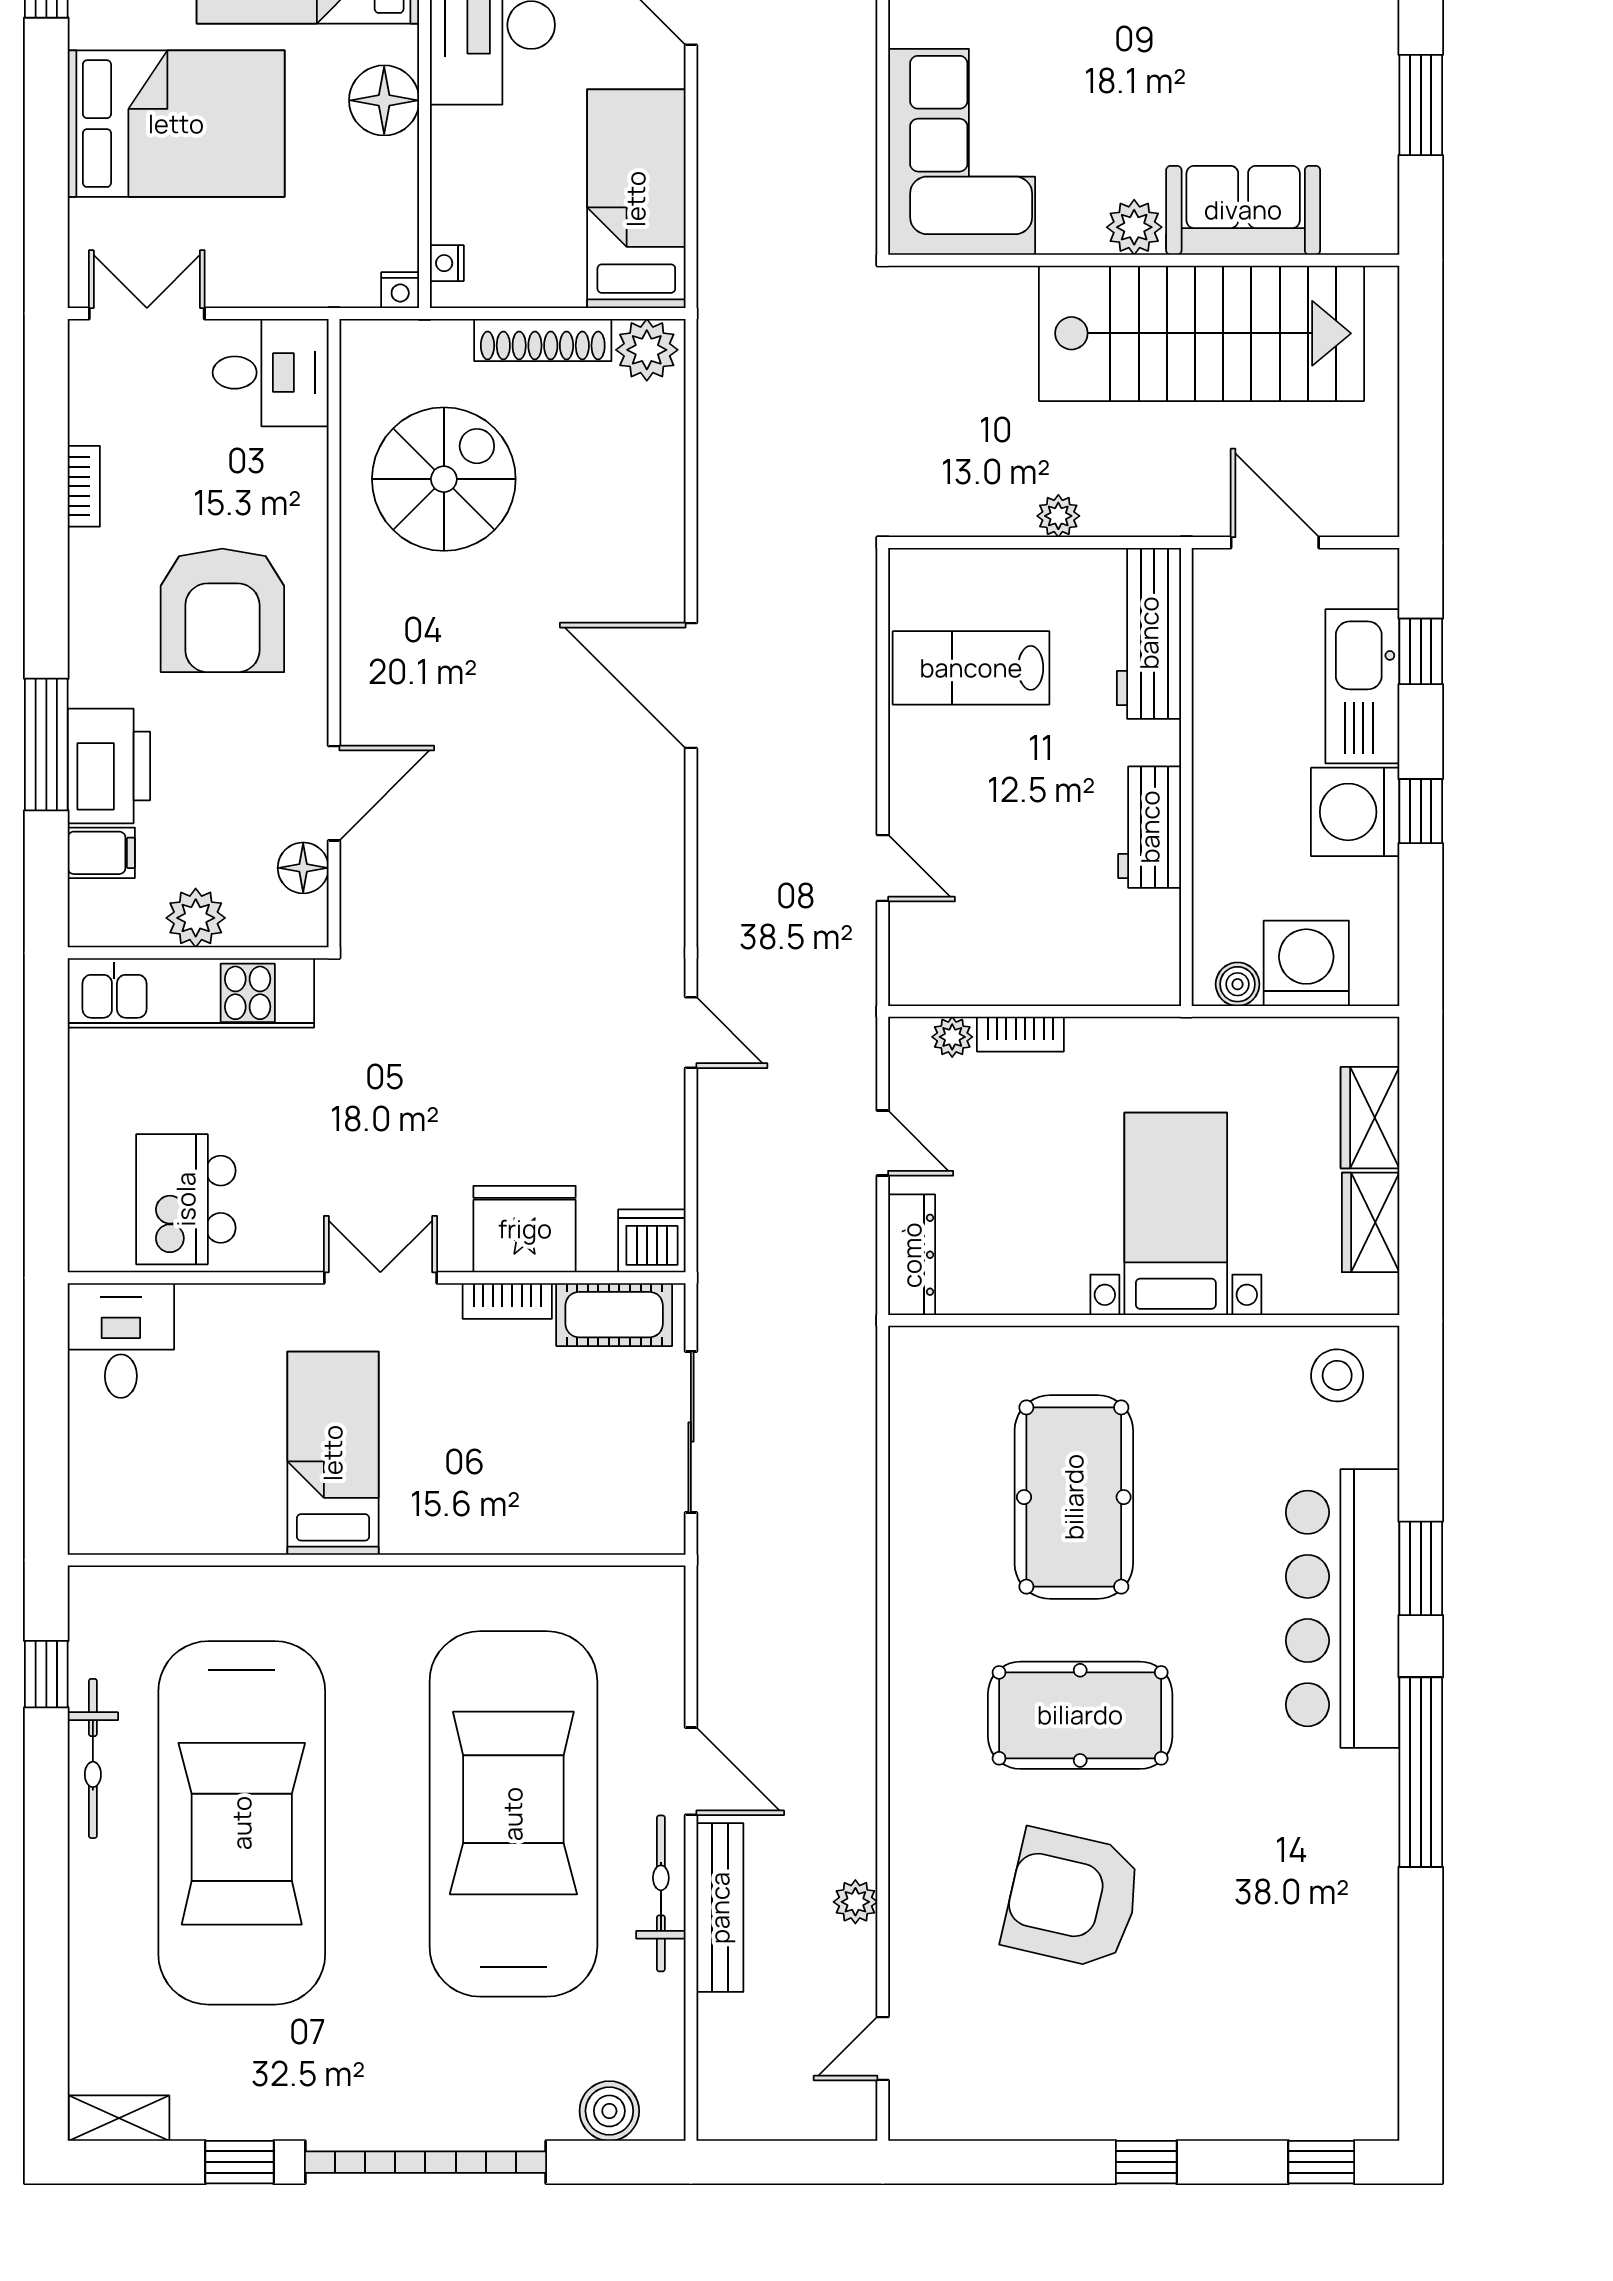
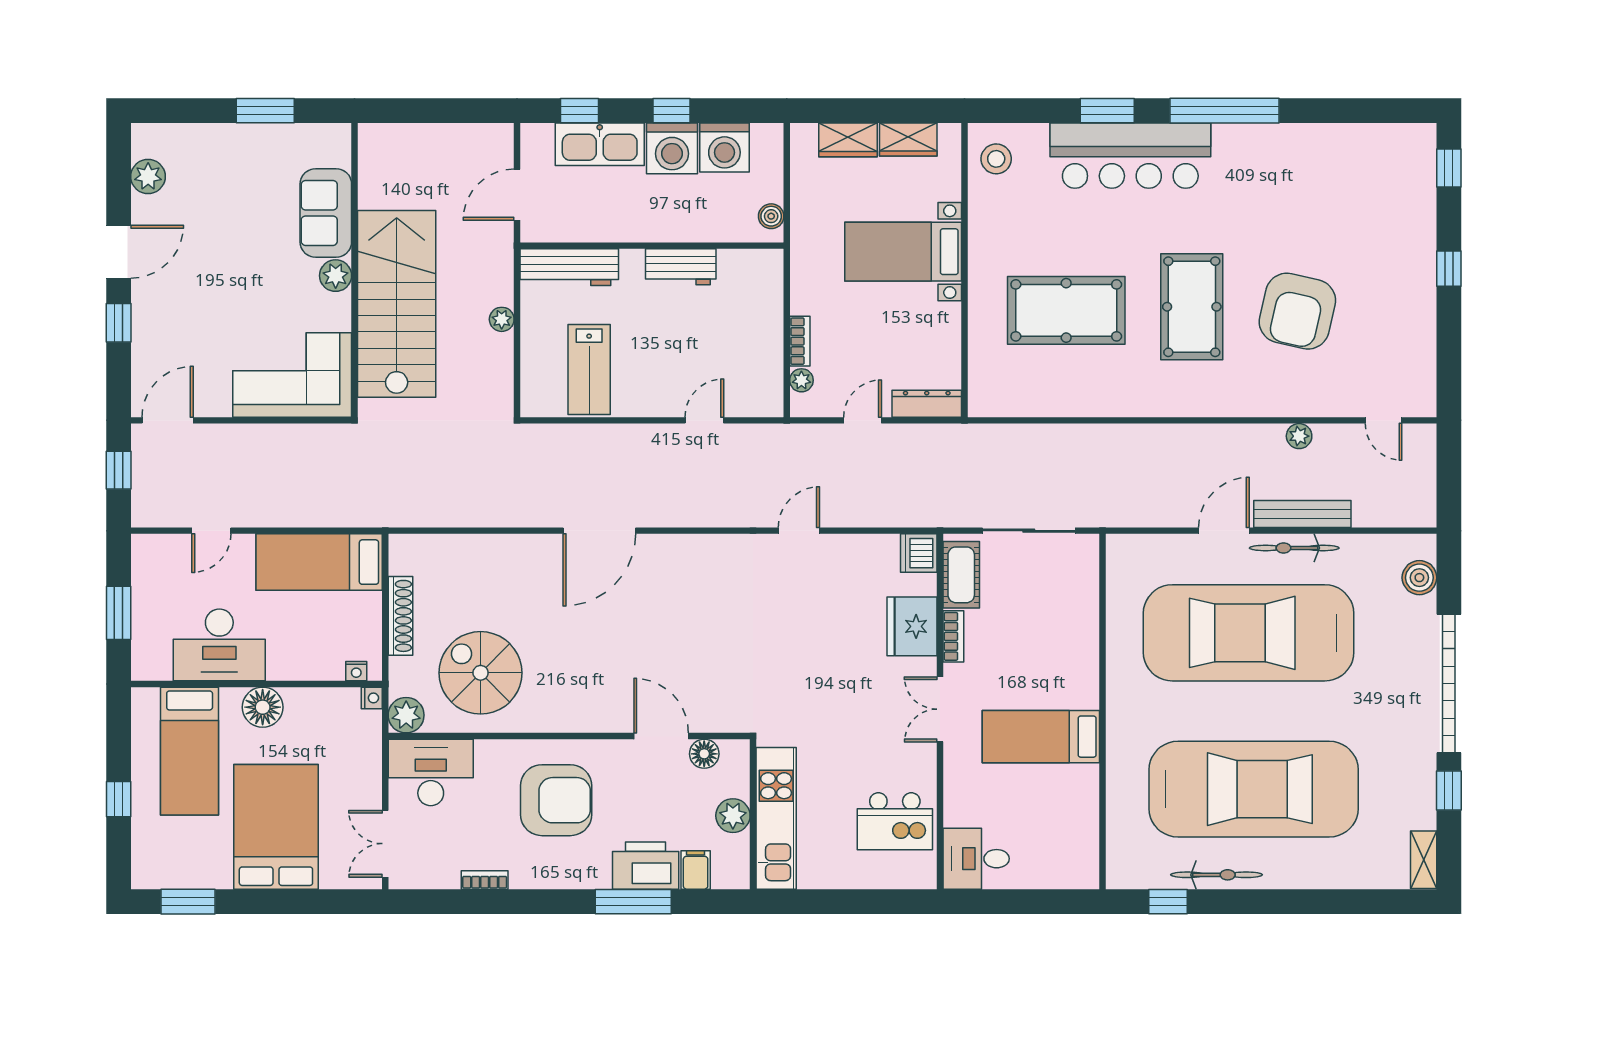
stairs: (1201, 333) -> (397, 304), moved
plant: (647, 350) -> (406, 715), moved
desk: (271, 373) -> (431, 772), width x1.37
washing machine: (1306, 963) -> (724, 148), moved, turned -90

